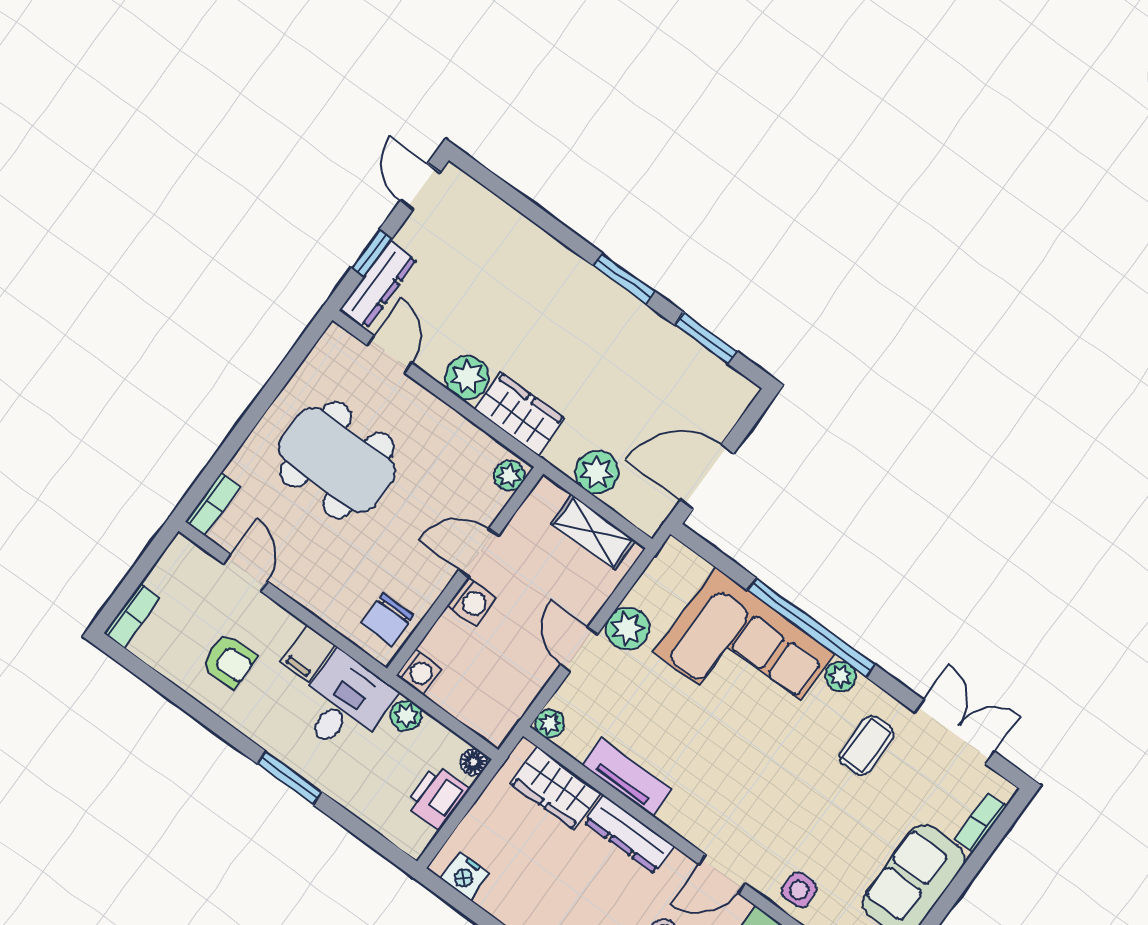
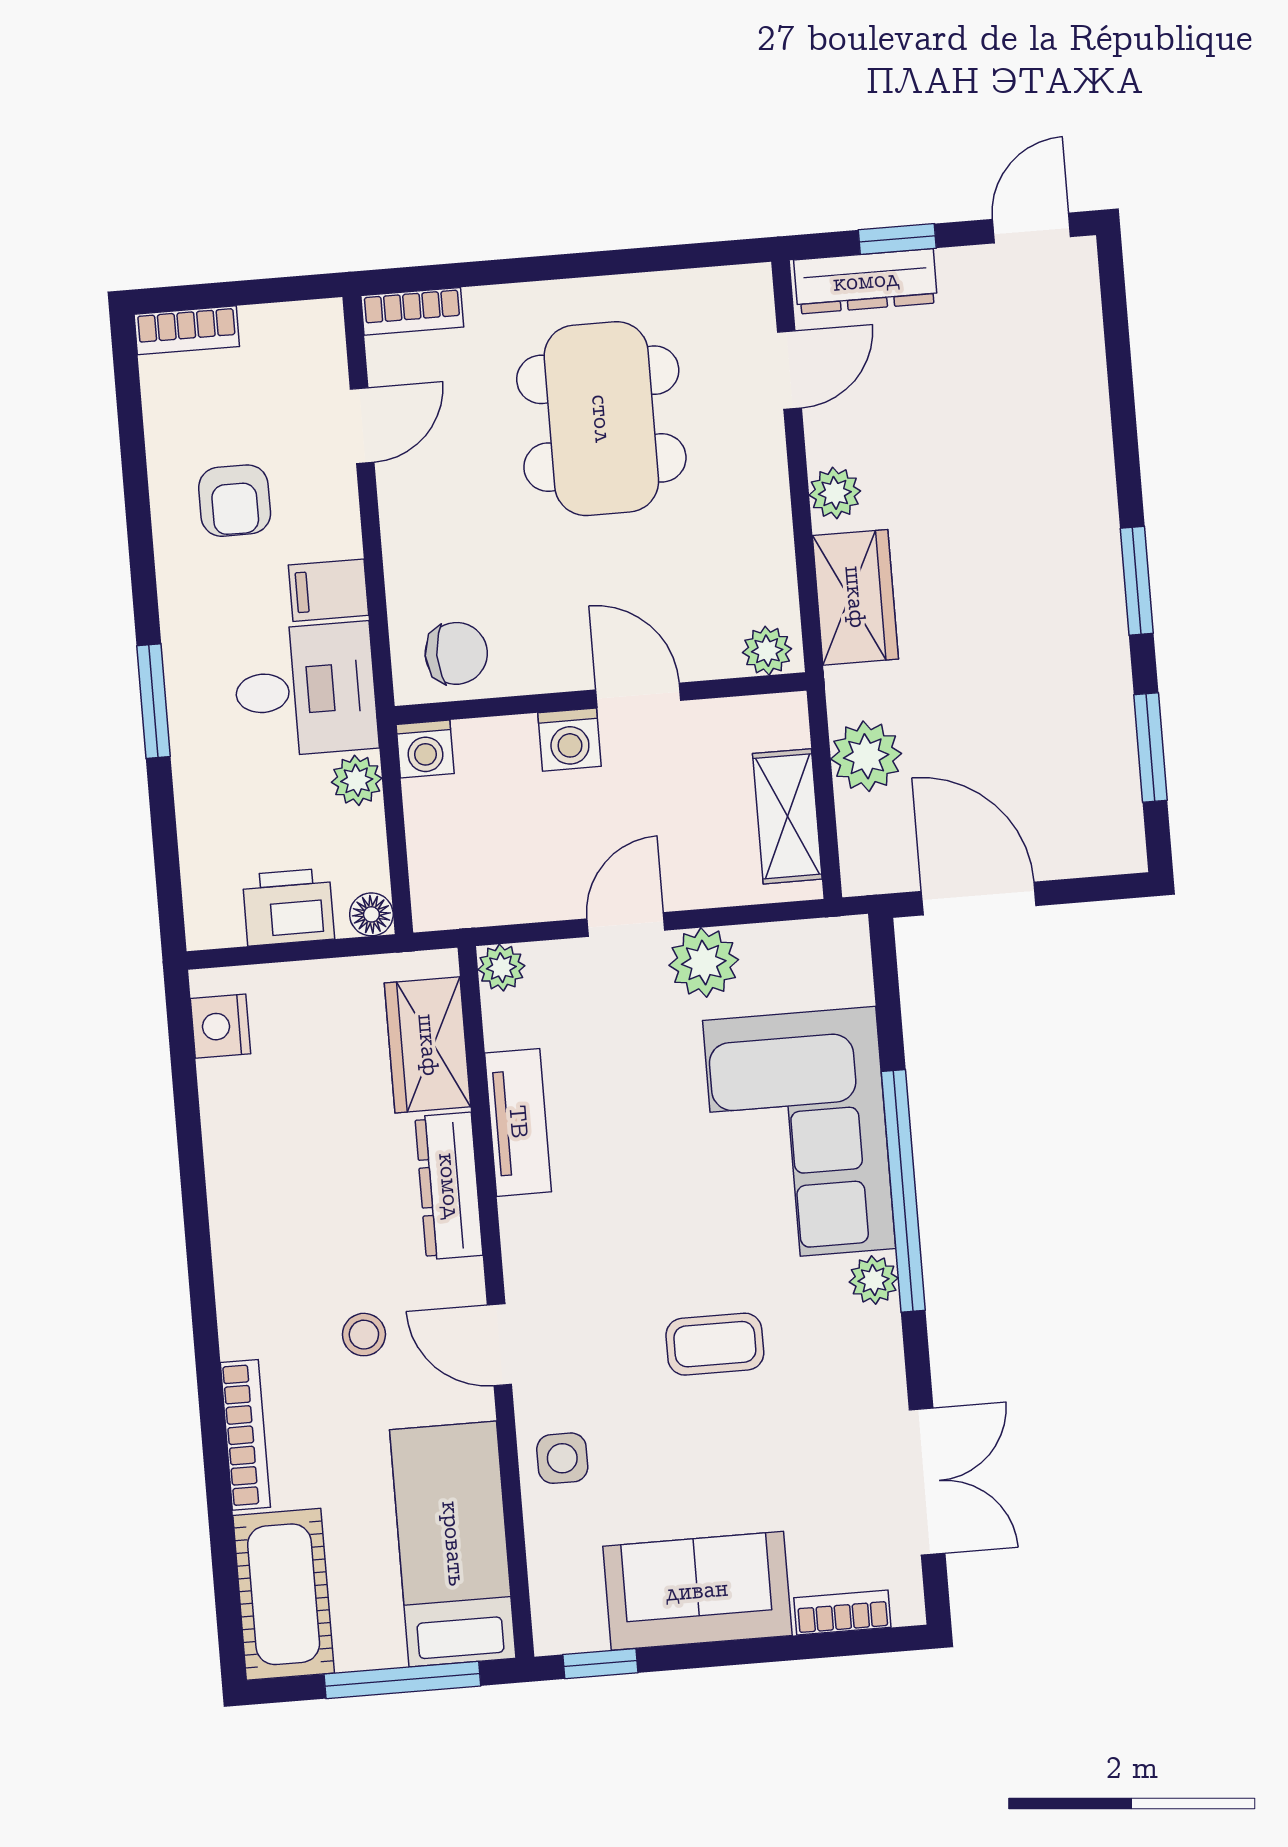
plant: (467, 377) -> (835, 493), width x0.73, depth x0.73
chair: (387, 620) -> (456, 653), turned 180
coffee table: (867, 746) -> (715, 1344), moved

